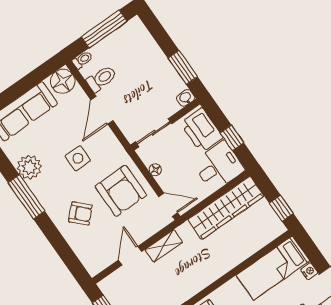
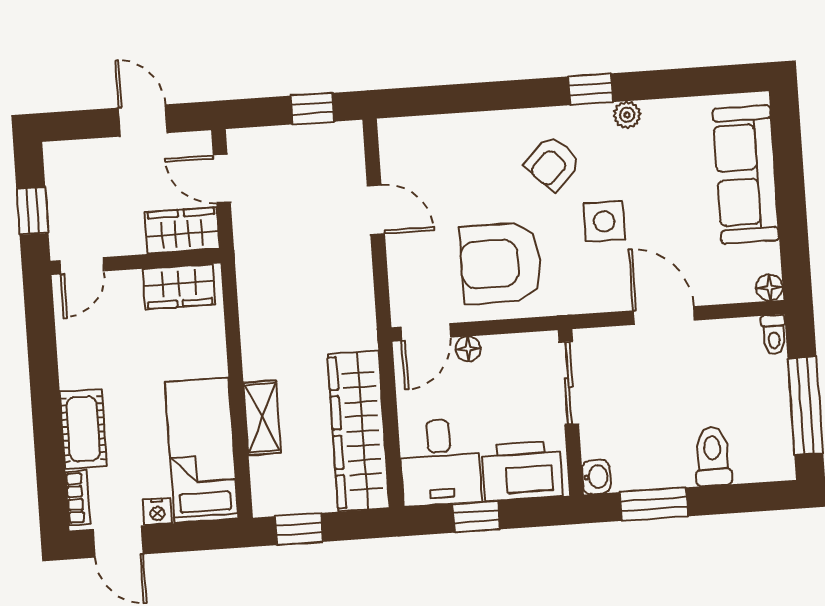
toilet: (101, 79) -> (713, 456), moved, turned 180
floor lamp: (63, 81) -> (769, 288), width x0.53, depth x0.53
plant: (29, 167) -> (627, 115), width x0.53, depth x0.53
floor lamp: (155, 170) -> (468, 349), moved
window: (26, 197) -> (590, 89), width x0.46
armchair: (80, 213) -> (552, 163), moved
shelving: (164, 246) -> (262, 418), moved

